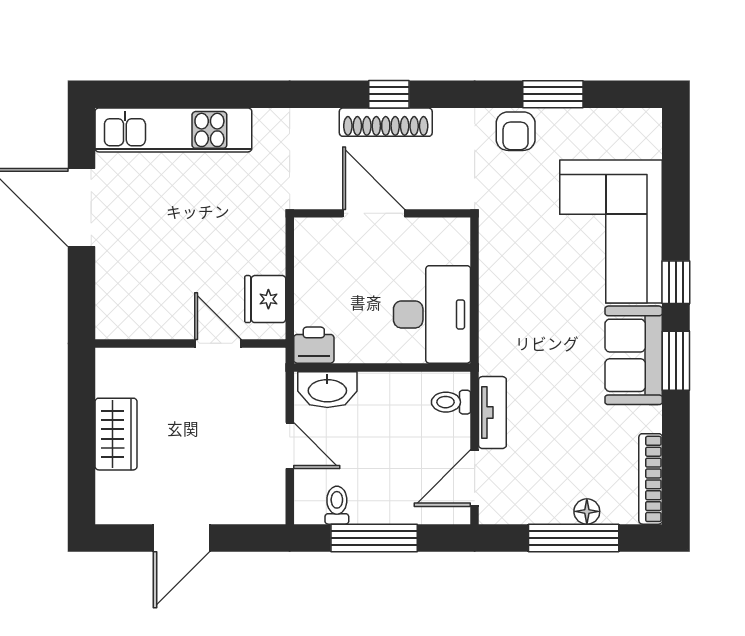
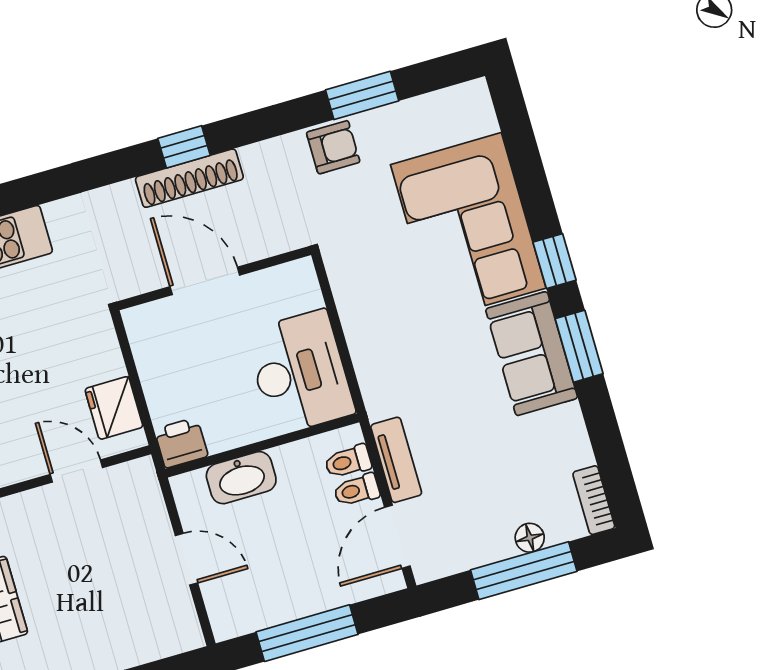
armchair: (516, 131) -> (333, 147), turned -90
washbasin: (327, 390) -> (241, 478), moved
bookcase: (651, 479) -> (594, 500), width x0.64
toilet: (337, 505) -> (357, 490), moved, turned -90

